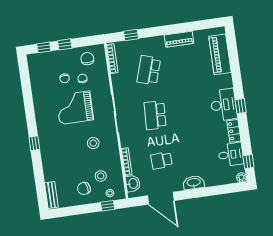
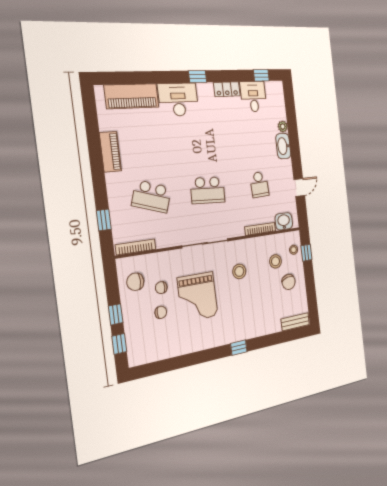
desk: (224, 105) -> (178, 100), moved
plant: (241, 177) -> (283, 127), moved
door: (161, 198) -> (299, 187), width x0.53

